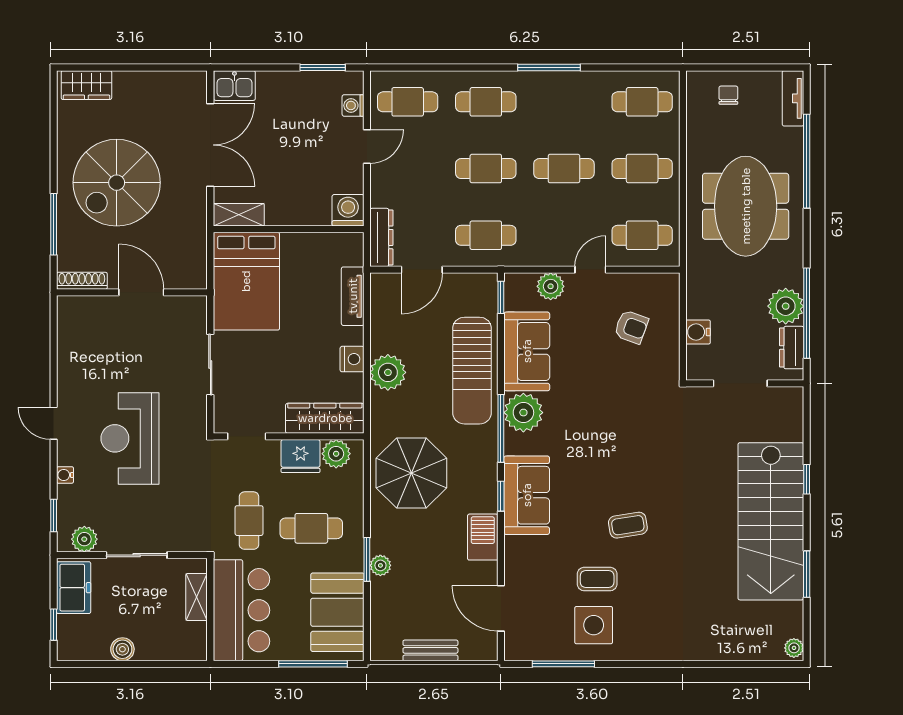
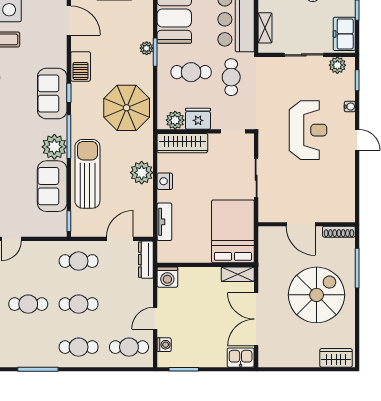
plant: (551, 286) -> (37, 228), removed

